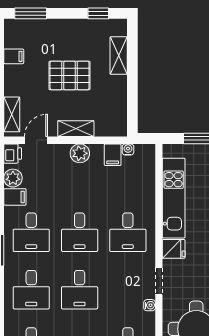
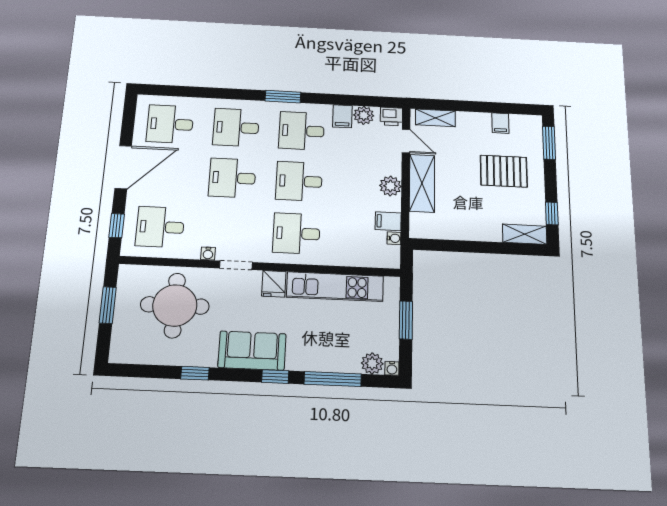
shelving: (119, 56) -> (525, 234), moved
pallet: (70, 75) -> (504, 171), moved, turned 90
shelving: (76, 129) -> (422, 183), width x1.50, depth x1.33

